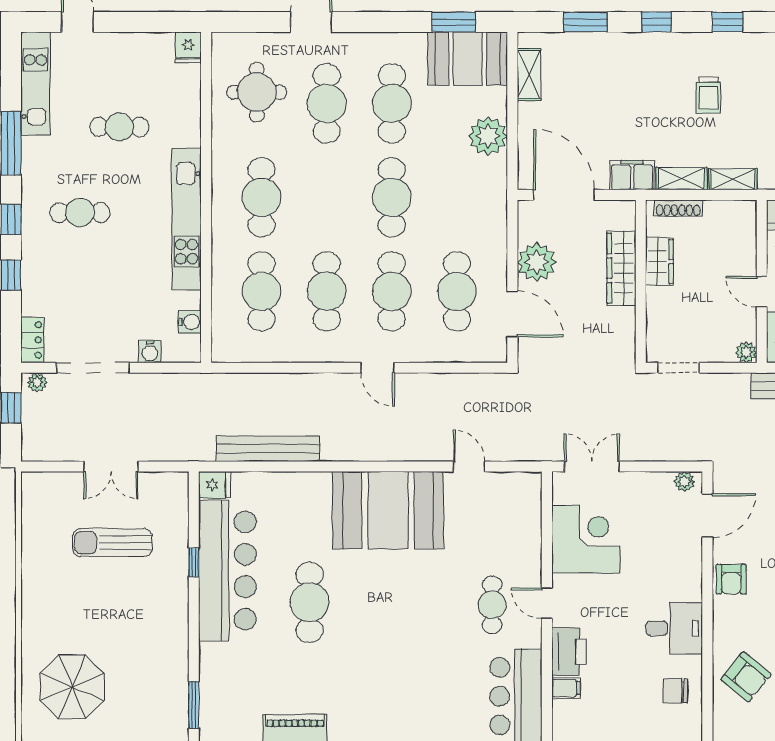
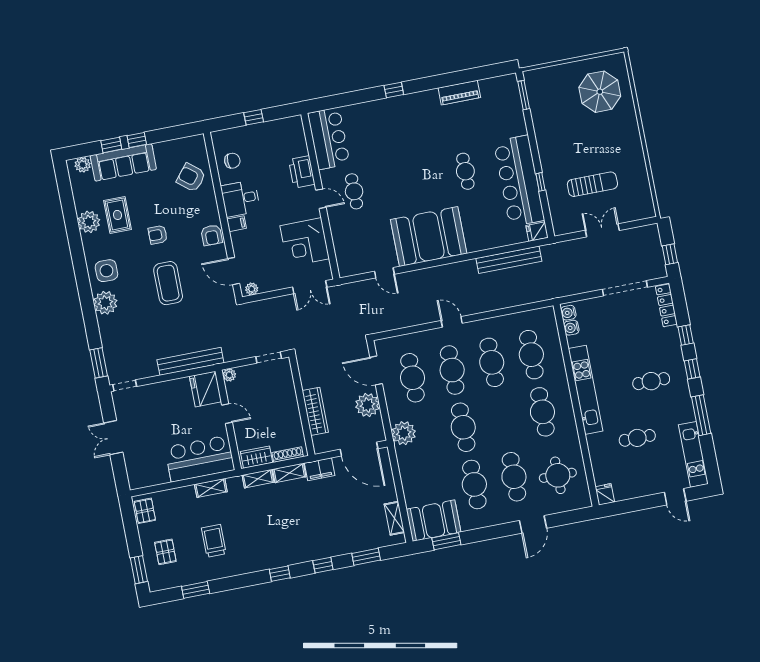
trolley: (708, 95) -> (283, 527), removed
plant: (488, 136) -> (404, 433), moved
wardrobe: (660, 262) -> (257, 457), moved, turned 90
locker: (32, 340) -> (666, 305), width x1.53
water cooler: (150, 352) -> (568, 313), moved, turned -90
plant: (37, 382) -> (657, 273), removed
door: (707, 515) -> (234, 271), hinge flipped
armchair: (731, 579) -> (212, 235), turned 180
cafe table: (310, 602) -> (465, 171), width x0.73, depth x0.74
filing cabinet: (566, 688) -> (236, 224), moved, turned 180

